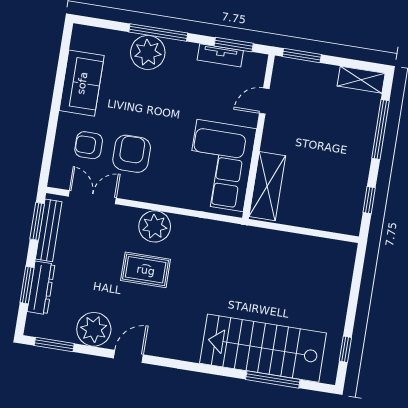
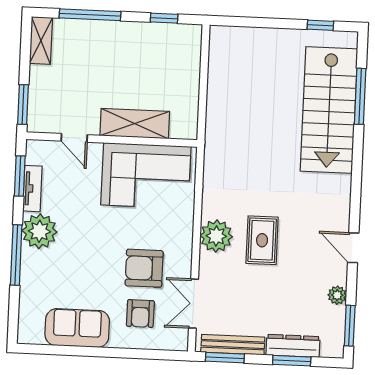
plant: (148, 52) -> (39, 231), moved
shelving: (267, 186) -> (135, 124), moved
plant: (94, 329) -> (337, 295), width x0.53, depth x0.53

